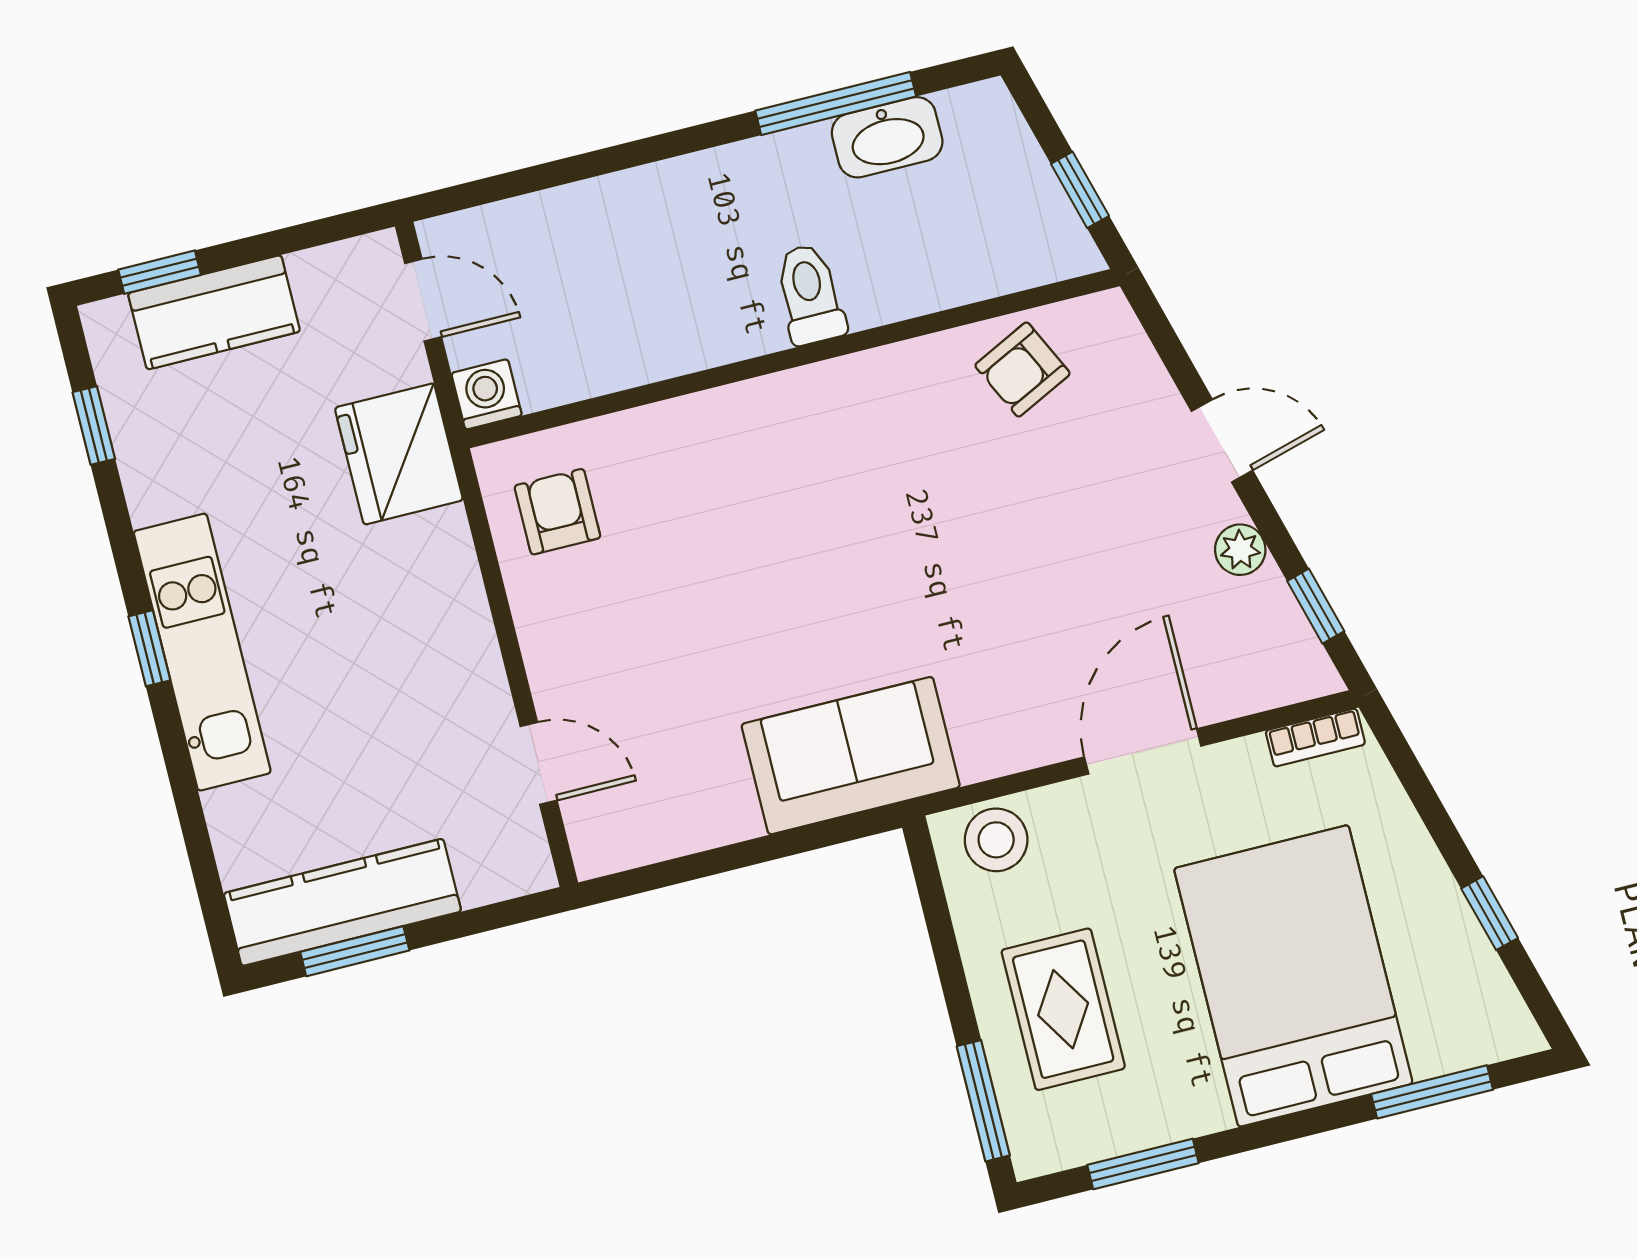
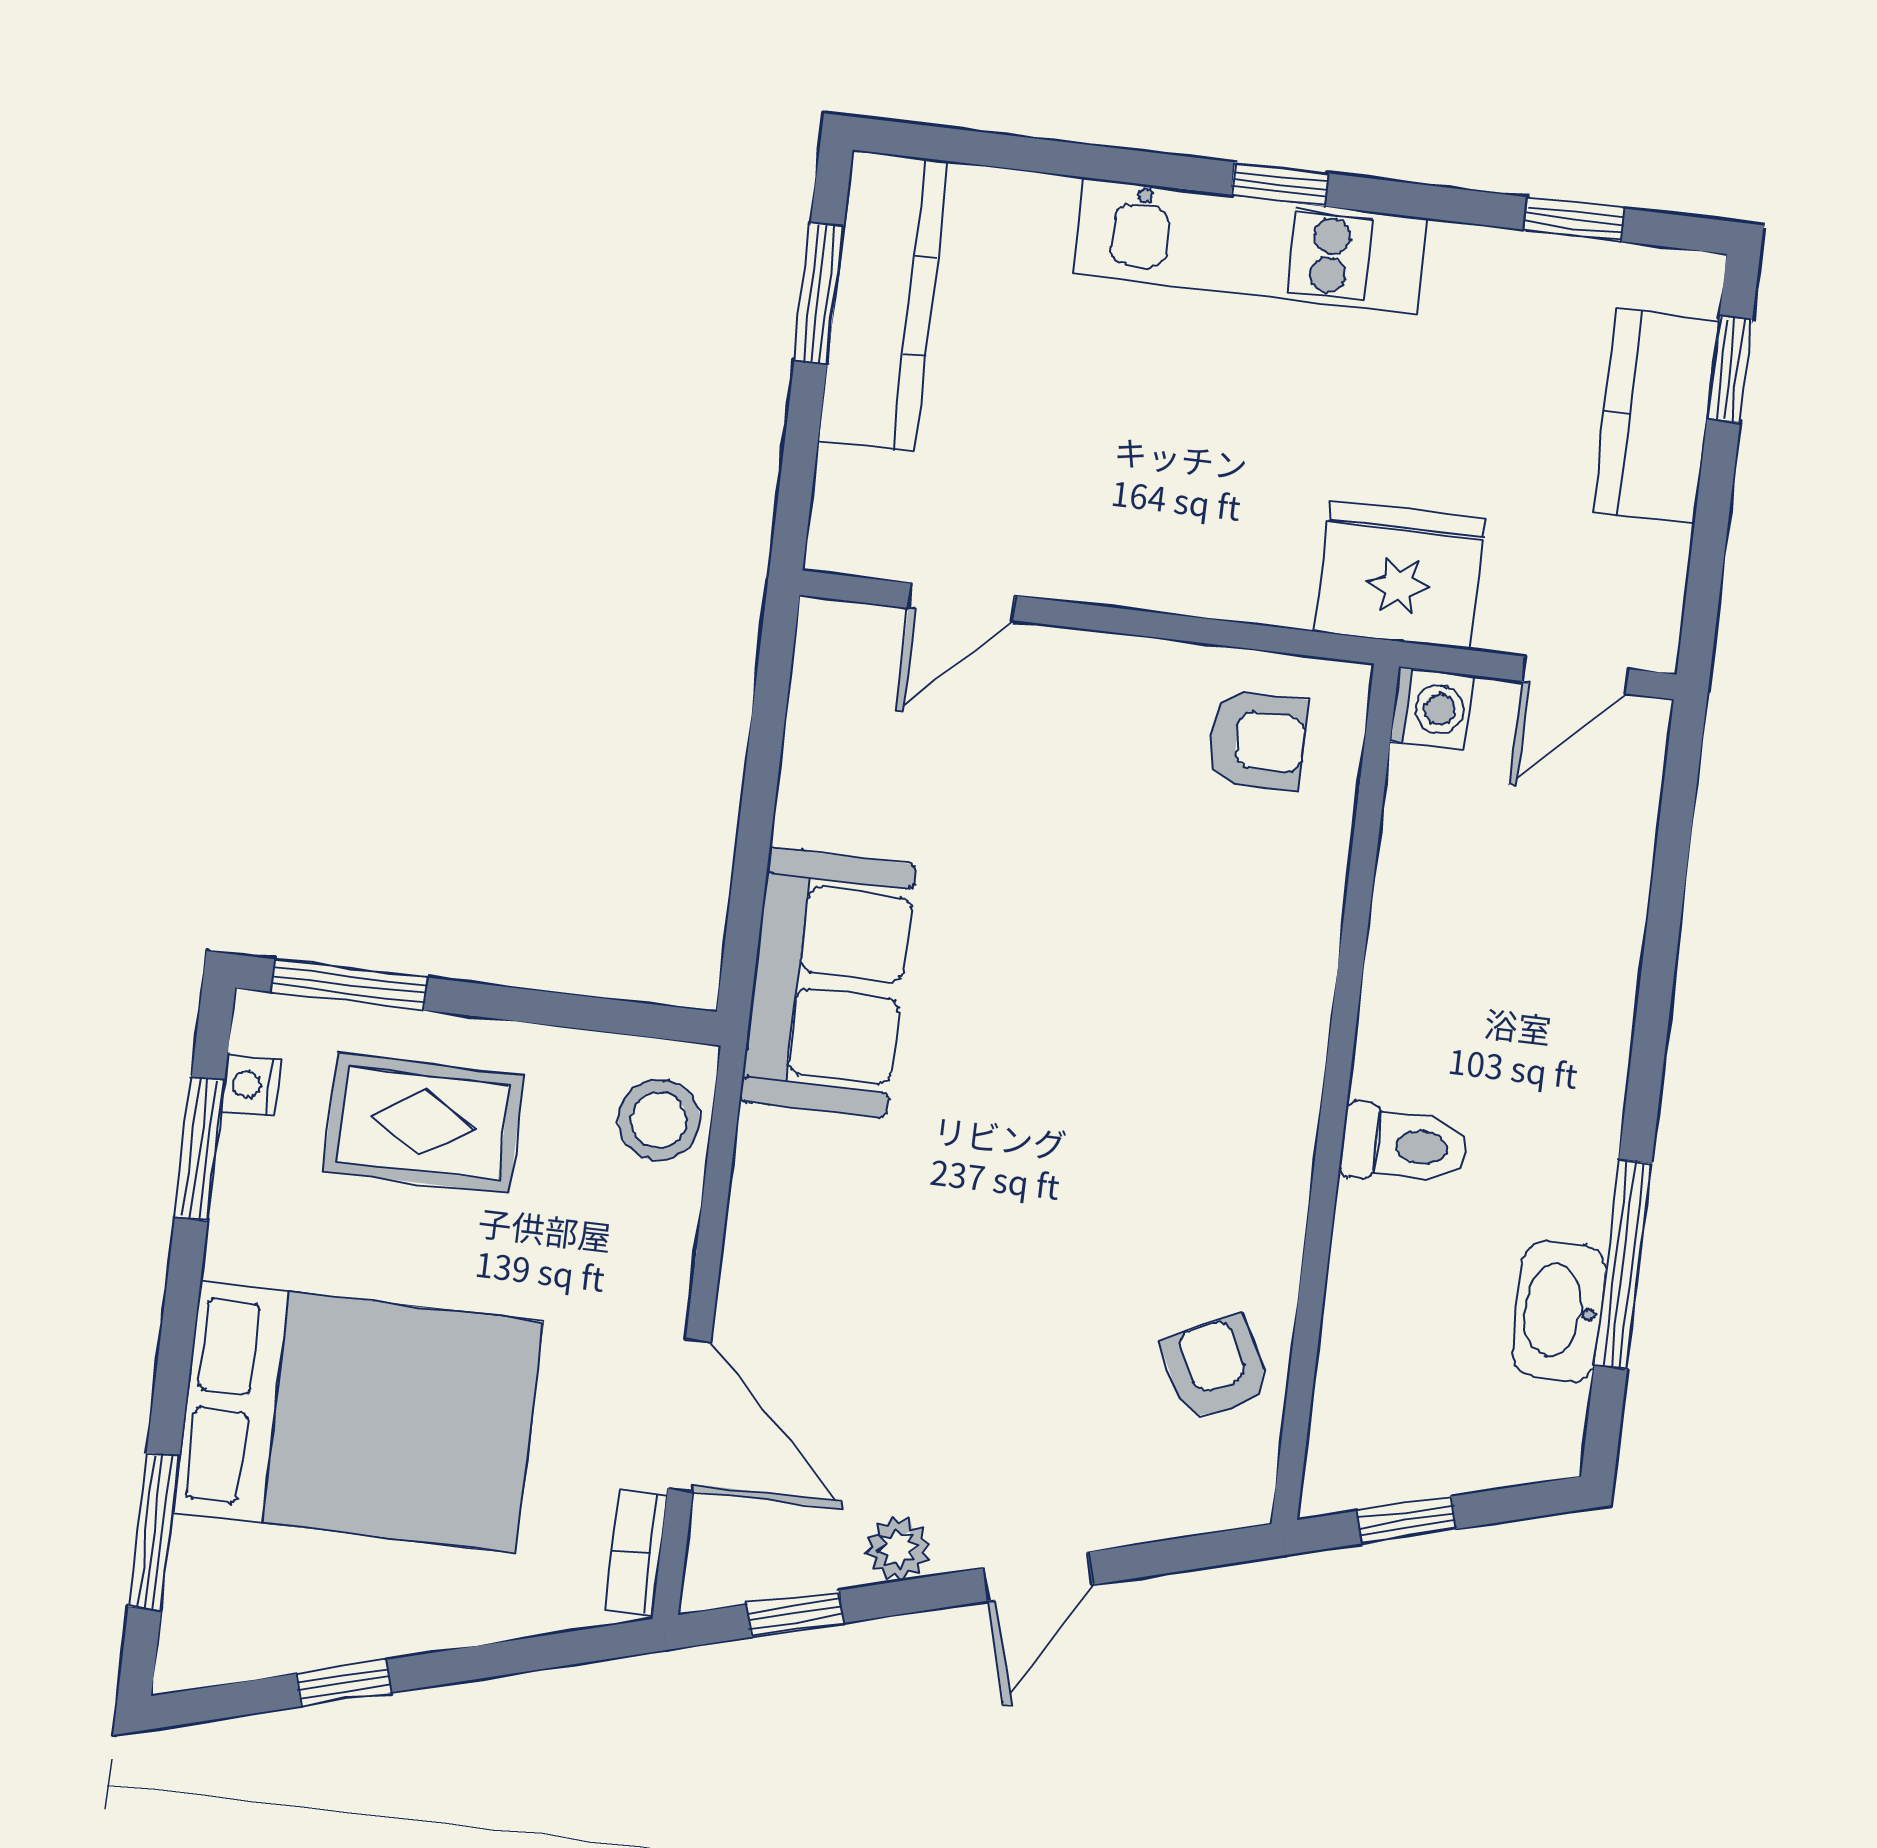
door: (1143, 751) -> (689, 1415), moved
nightstand: (1083, 1144) -> (251, 1085), added

